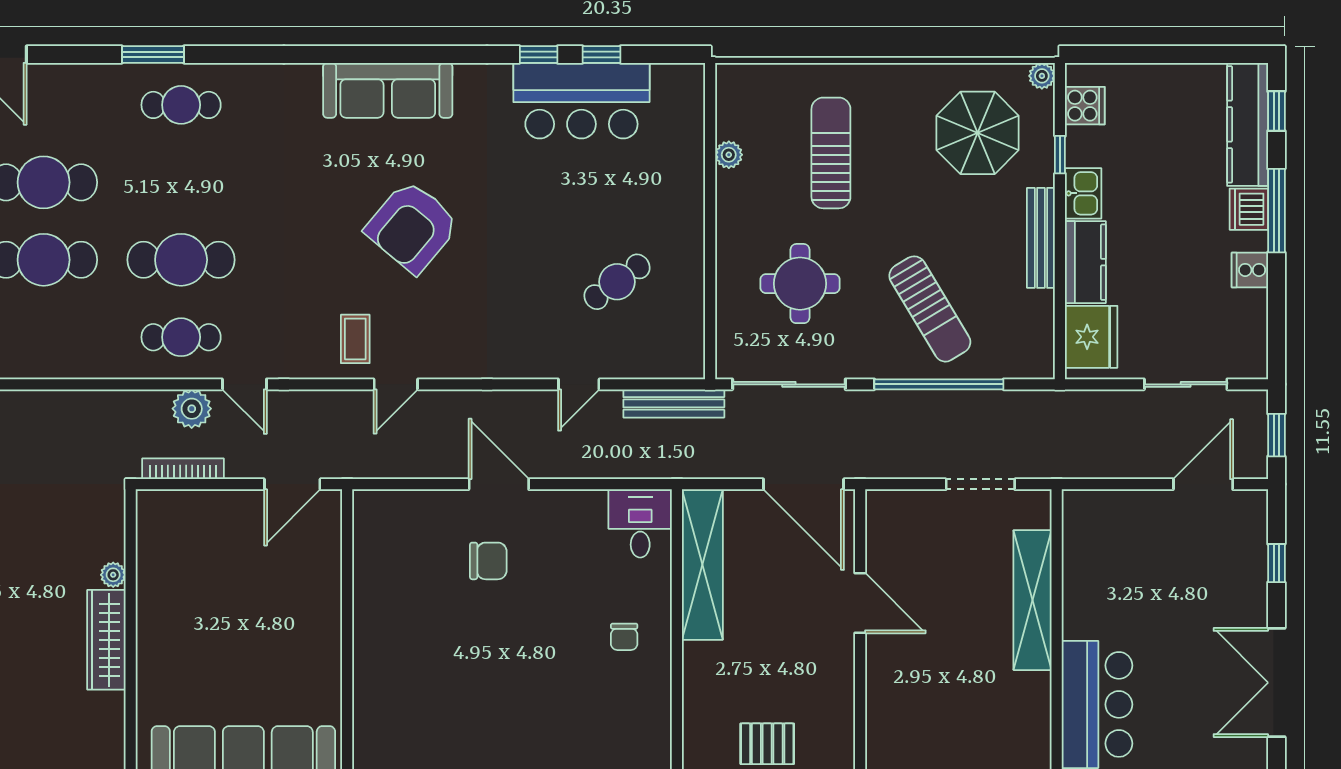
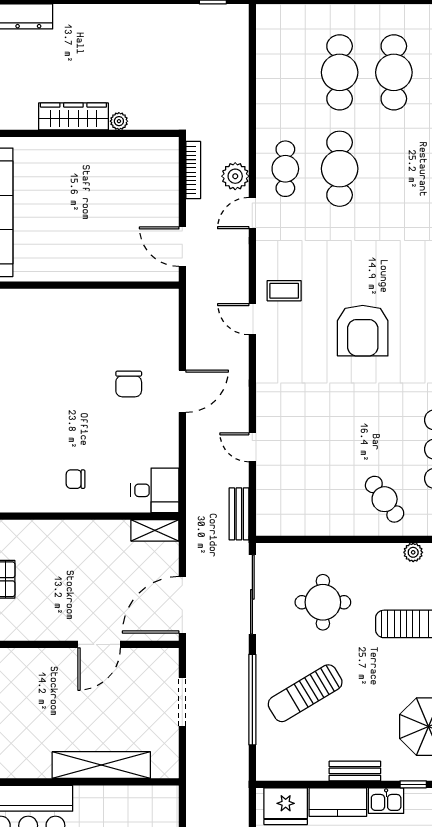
armchair: (412, 227) -> (363, 331), turned -130
bench: (1041, 238) -> (355, 771), width x0.73
cafe table: (617, 282) -> (385, 499), moved
bench: (674, 403) -> (239, 514), width x0.73
doorway: (980, 484) -> (182, 702), moved
shelving: (702, 565) -> (155, 530), width x0.45, depth x0.75

